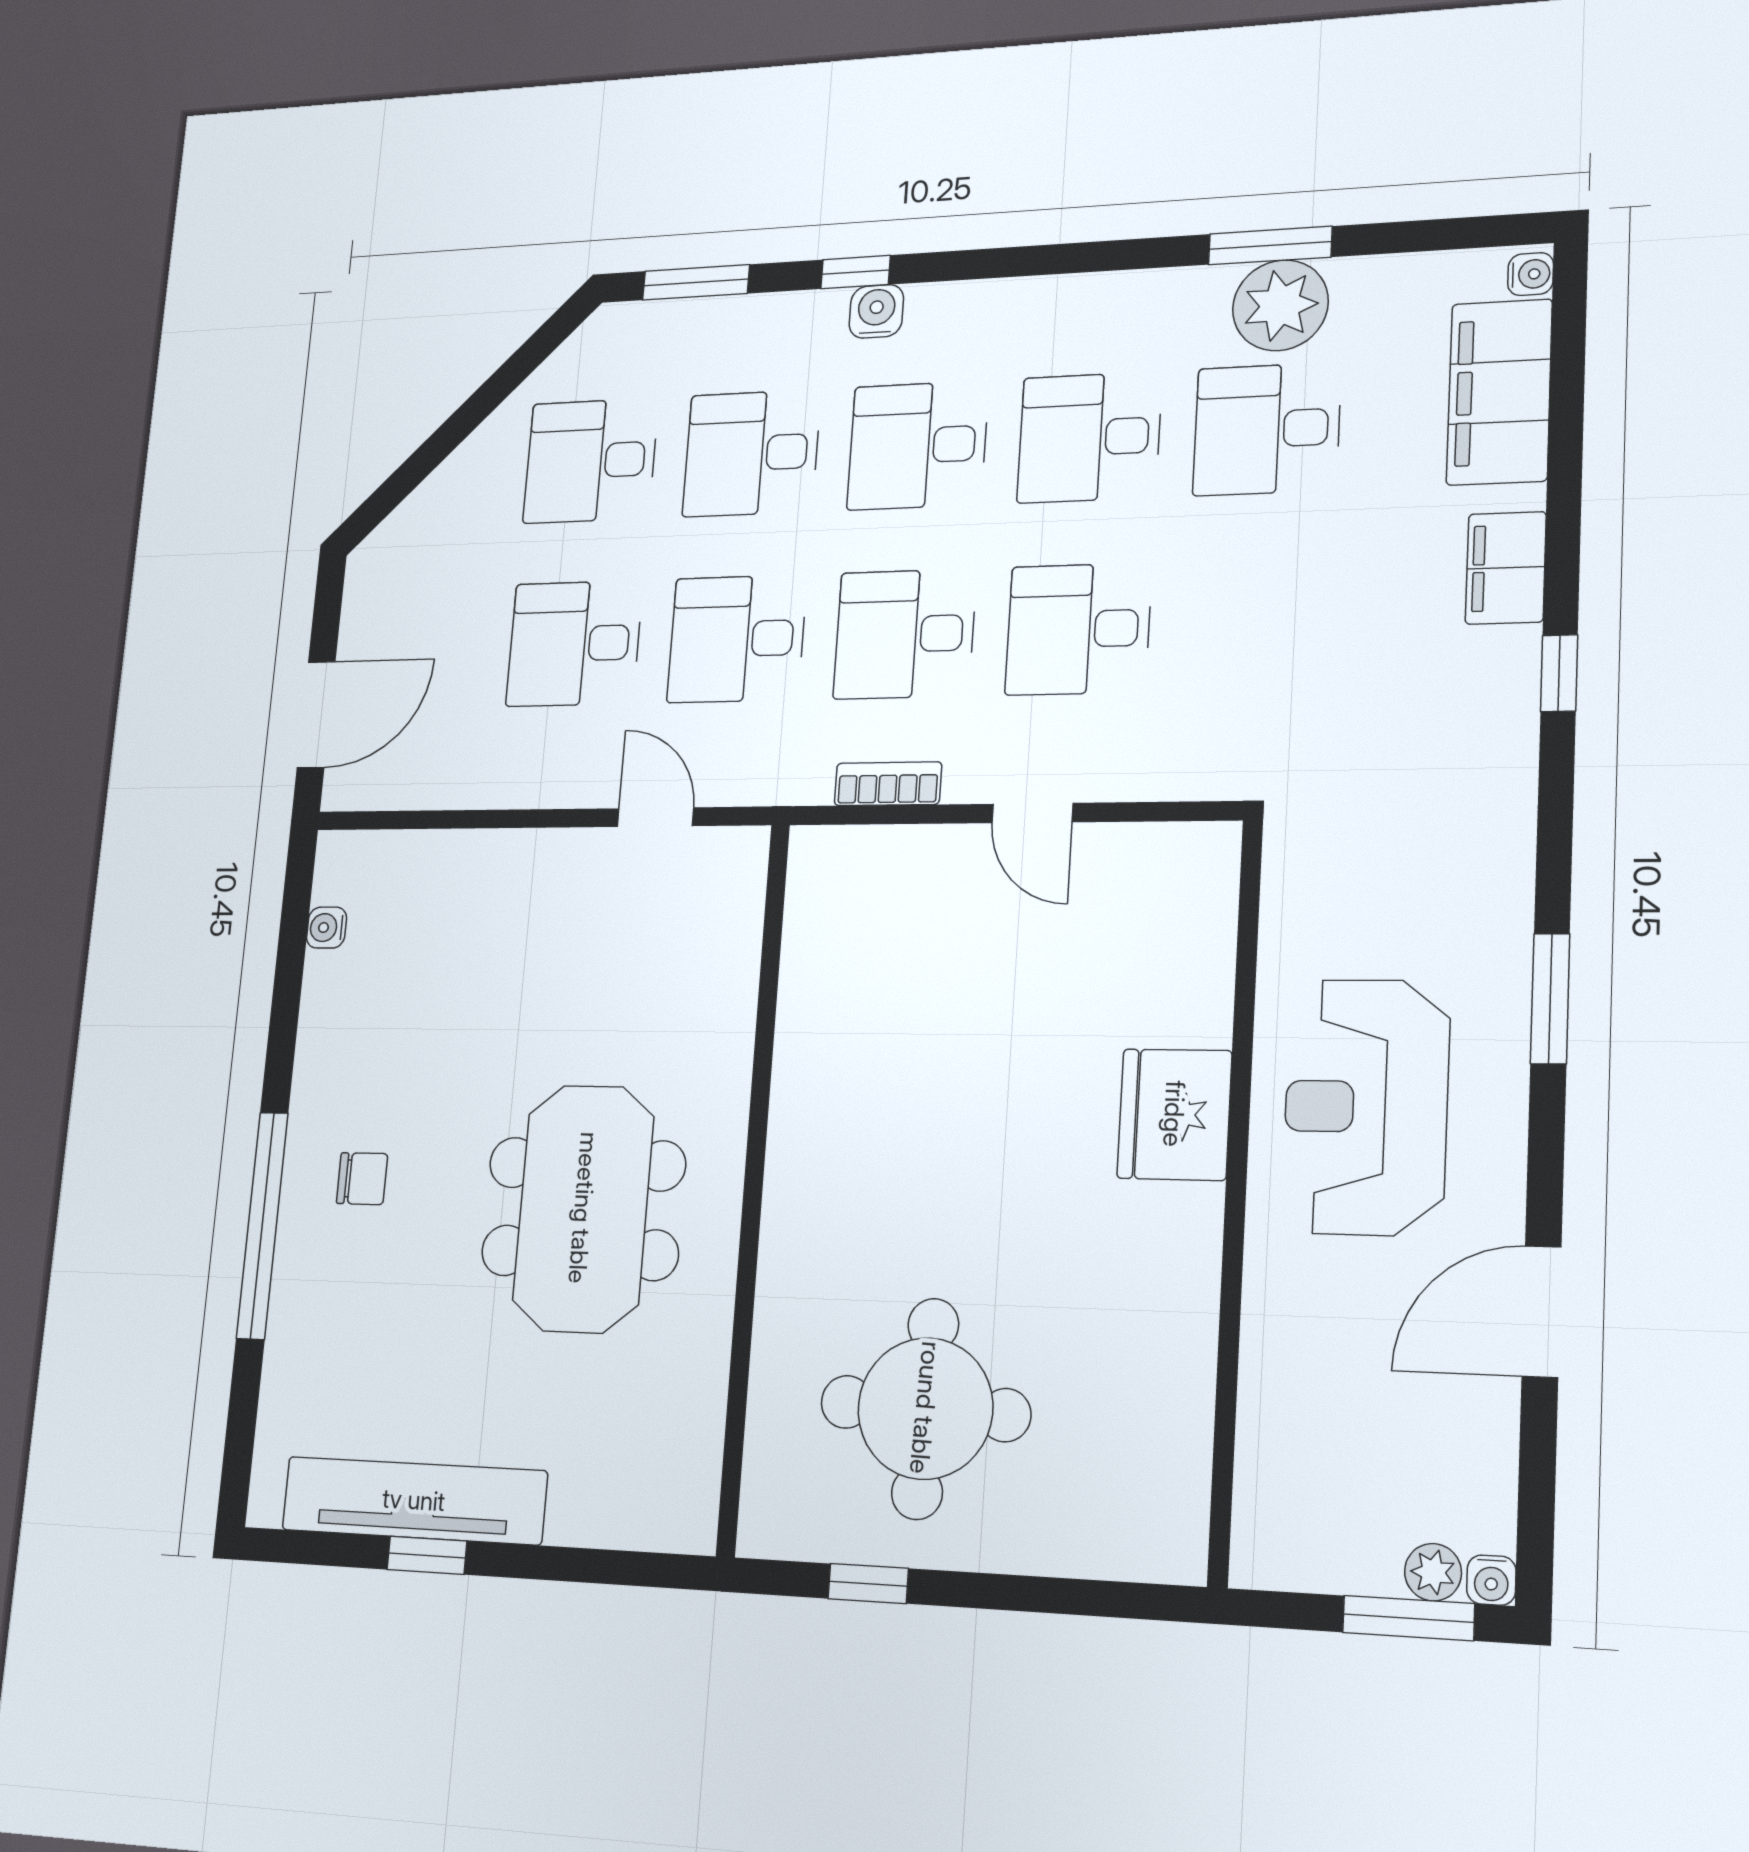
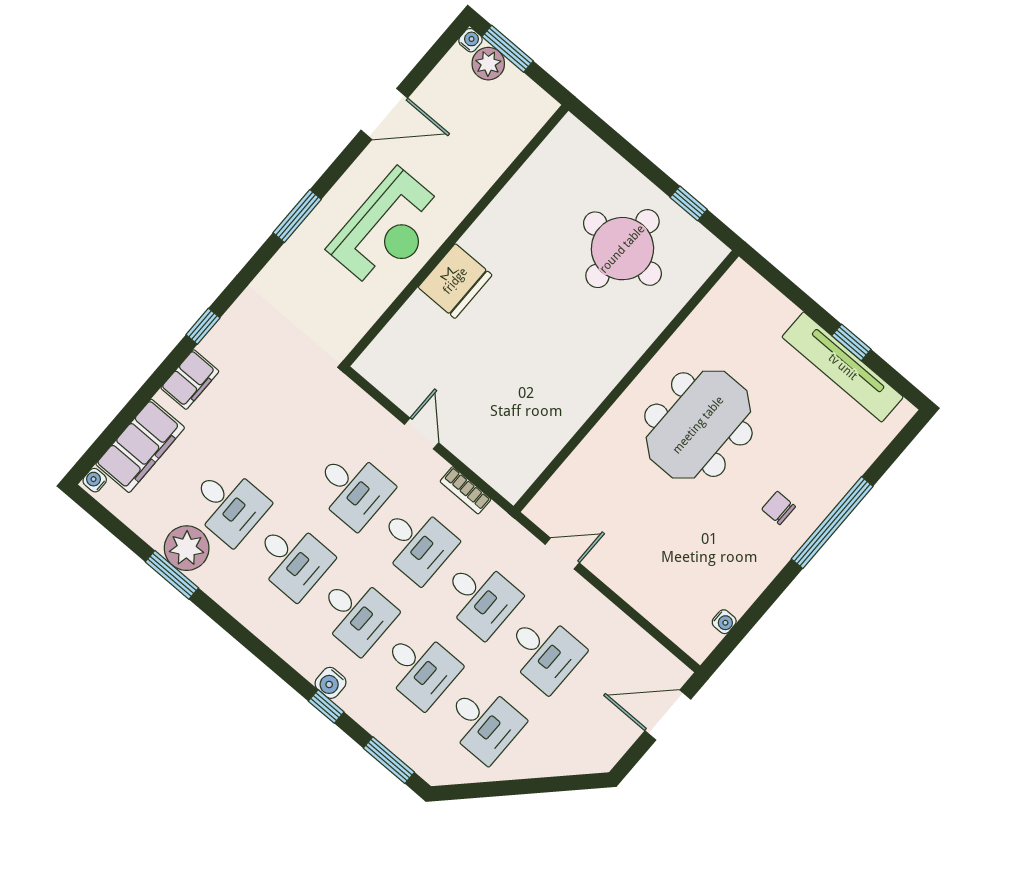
door: (656, 817) -> (562, 554), swing flipped
plant: (1433, 1572) -> (488, 64), width x1.38, depth x1.38

